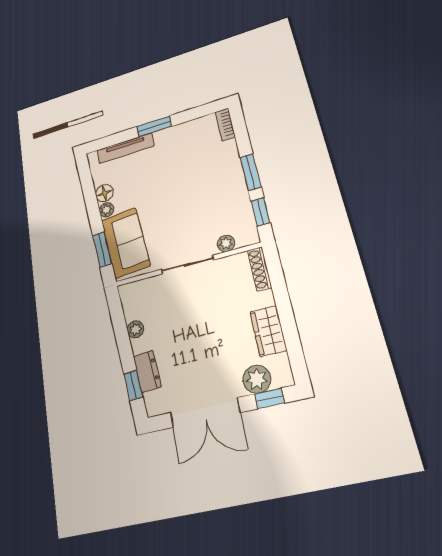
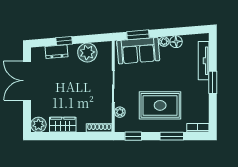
window: (251, 172) -> (172, 136), moved
rug: (203, 187) -> (160, 105), added
plant: (135, 329) -> (87, 53), width x1.88, depth x1.88
plant: (257, 379) -> (38, 125), moved
window: (133, 385) -> (64, 41), moved
window: (269, 398) -> (27, 117), removed

